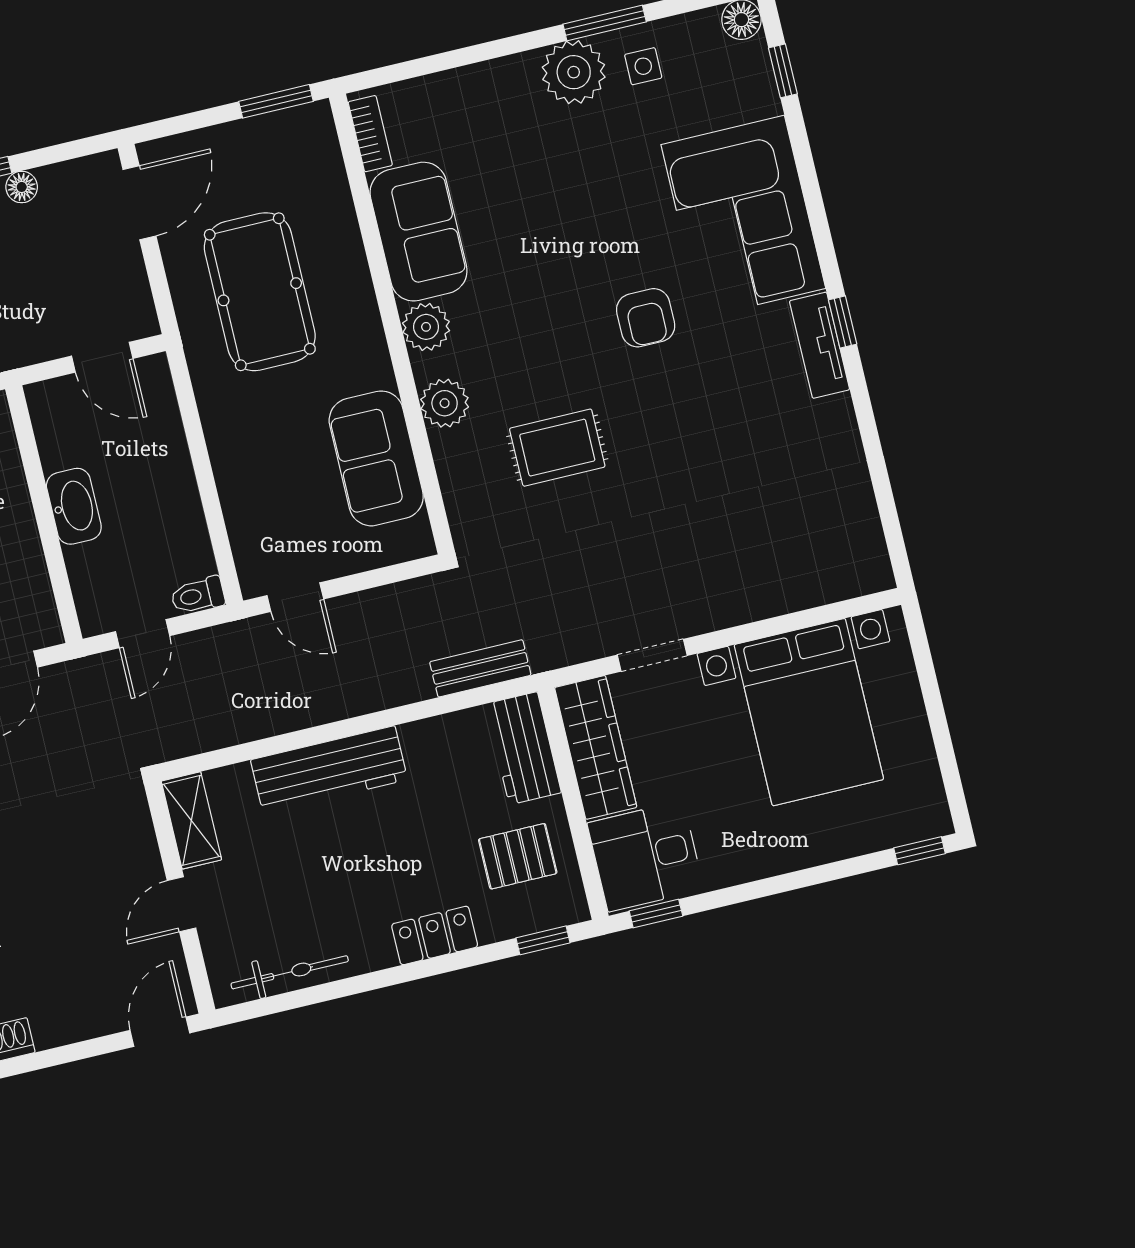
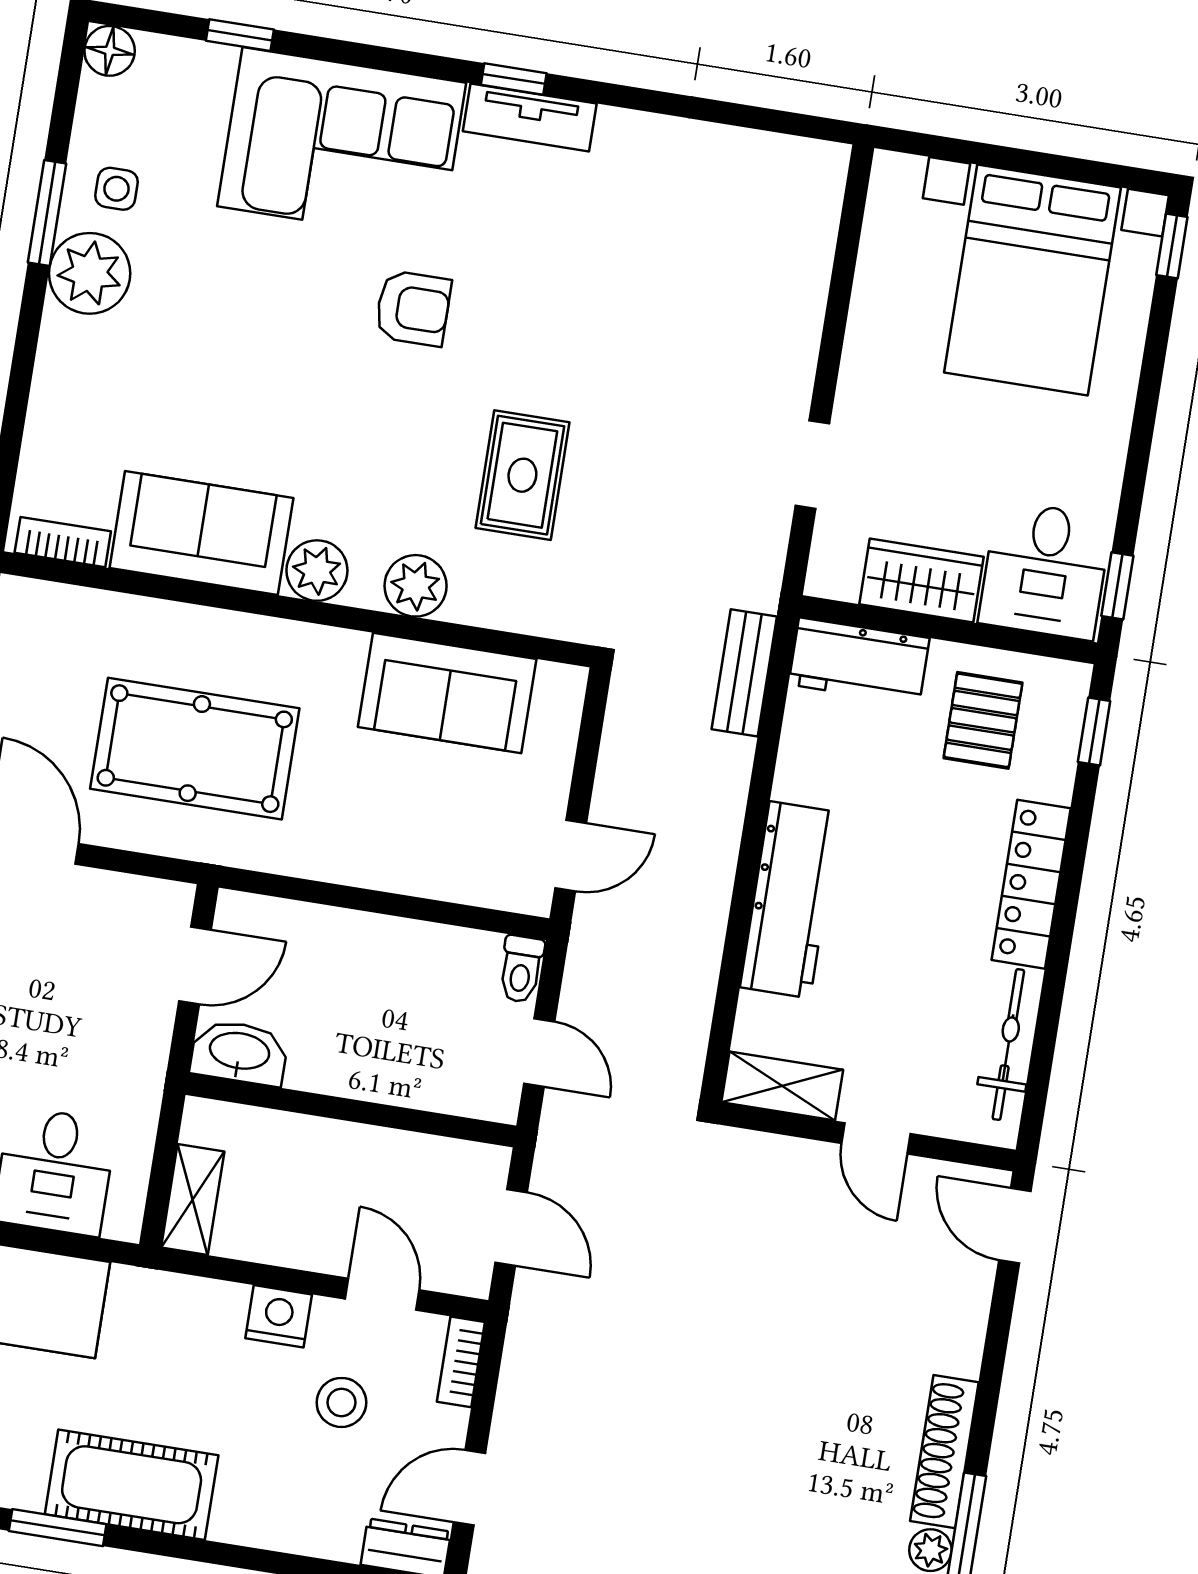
window: (783, 71) -> (240, 35), moved
washbasin: (74, 506) -> (239, 1053), moved
bed with nightstands: (809, 712) -> (1032, 280), moved, turned 90
wardrobe: (596, 747) -> (922, 580), width x0.67
locker: (435, 936) -> (1031, 884), width x1.53

